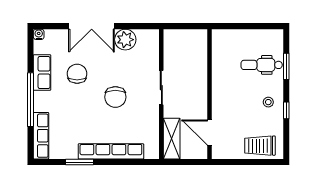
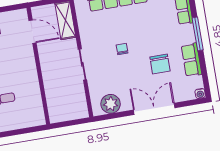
plant: (125, 40) -> (111, 104), moved
chair: (115, 97) -> (122, 49), width x0.54, depth x0.54
window: (30, 100) -> (198, 34), width x0.68

